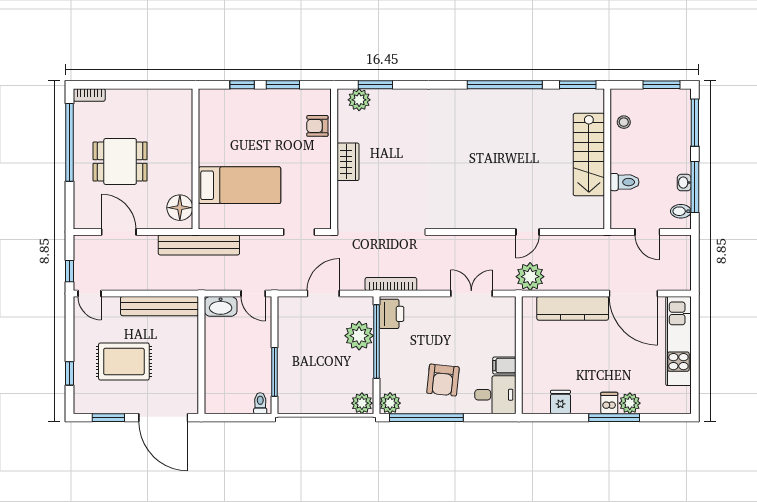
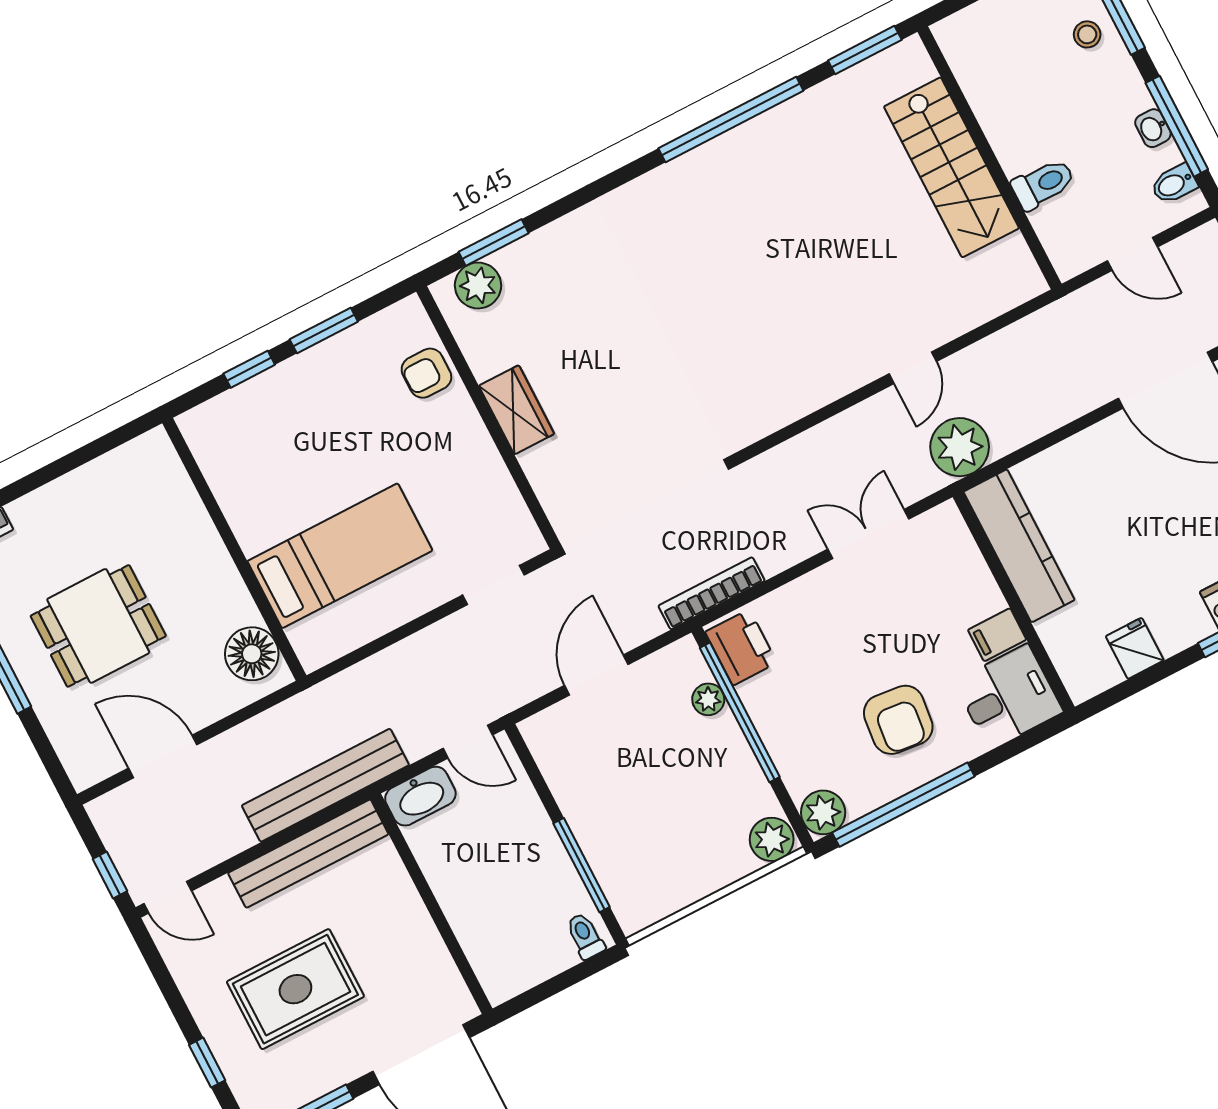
stool: (624, 122) -> (1087, 34), moved
bench: (199, 245) -> (325, 785), moved
kitchen counter: (573, 308) -> (1019, 546), moved, turned -90
plant: (359, 336) -> (708, 699), width x0.53, depth x0.53

